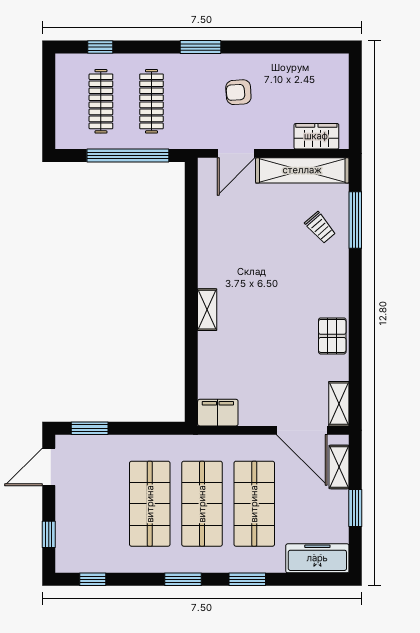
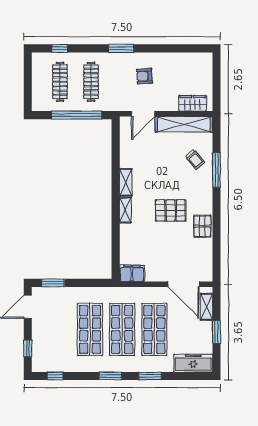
window: (355, 220) -> (216, 170), moved
pallet: (281, 310) -> (171, 210), added
shelving: (339, 404) -> (126, 182), moved

